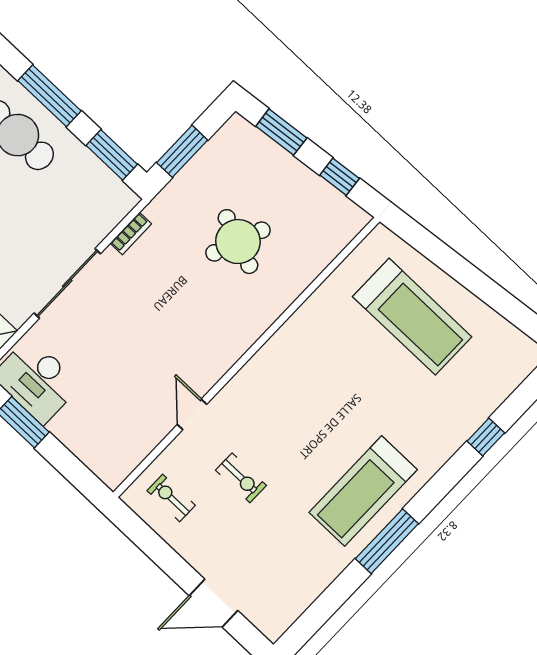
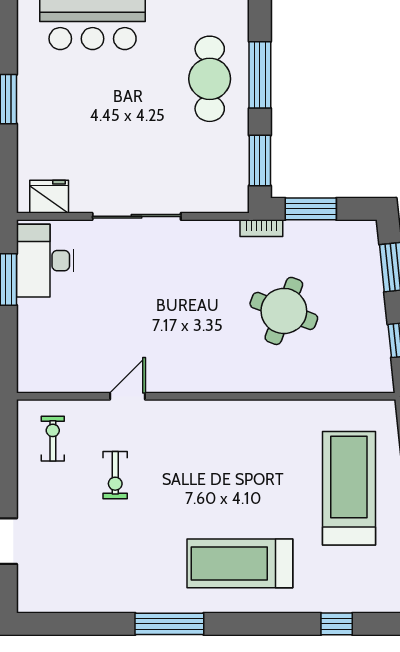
bookcase: (131, 234) -> (261, 228), moved
treadmill: (412, 317) -> (349, 488), turned 180
window: (486, 437) -> (337, 624), moved
treadmill: (363, 491) -> (240, 563), moved

